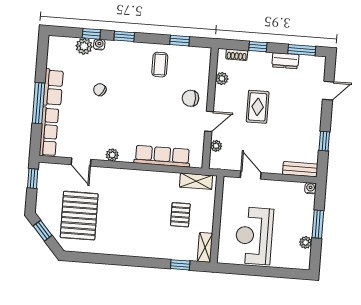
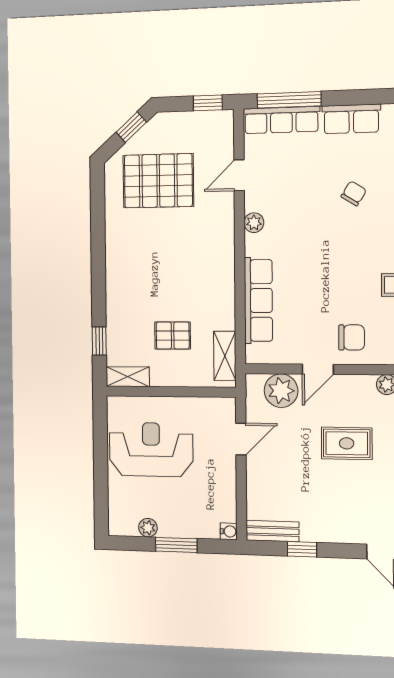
chair: (190, 98) -> (352, 337), turned 90
window: (38, 103) -> (289, 100), moved
door: (209, 121) -> (318, 369), hinge flipped
plant: (216, 146) -> (281, 391), width x1.87, depth x1.87
bench: (300, 169) -> (272, 531), moved, turned 90

